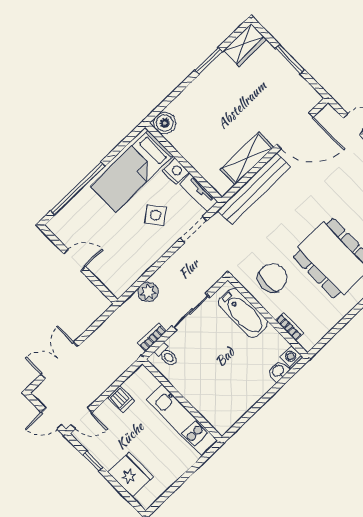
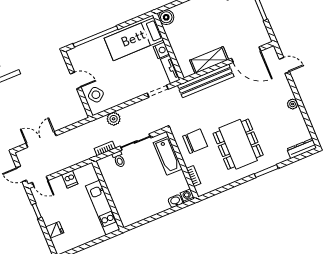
side table: (155, 215) -> (96, 95), moved
toilet: (167, 355) -> (119, 159), moved
fridge: (131, 475) -> (55, 230), width x0.53, depth x0.75

